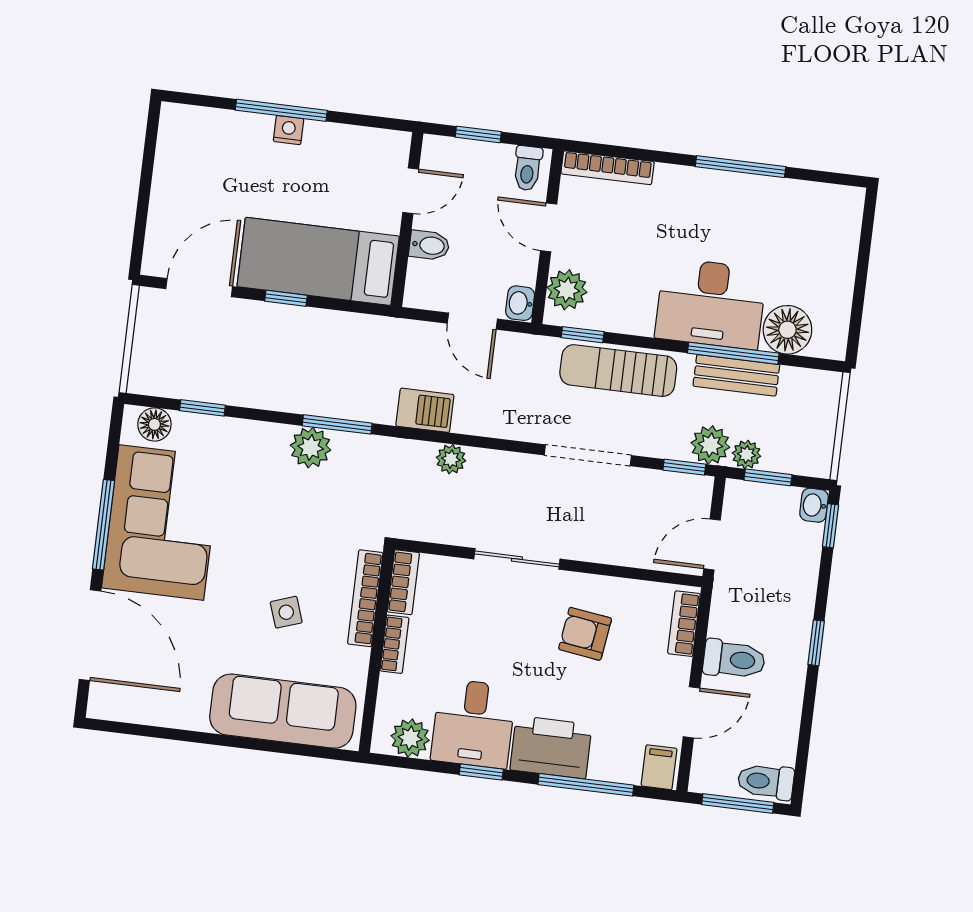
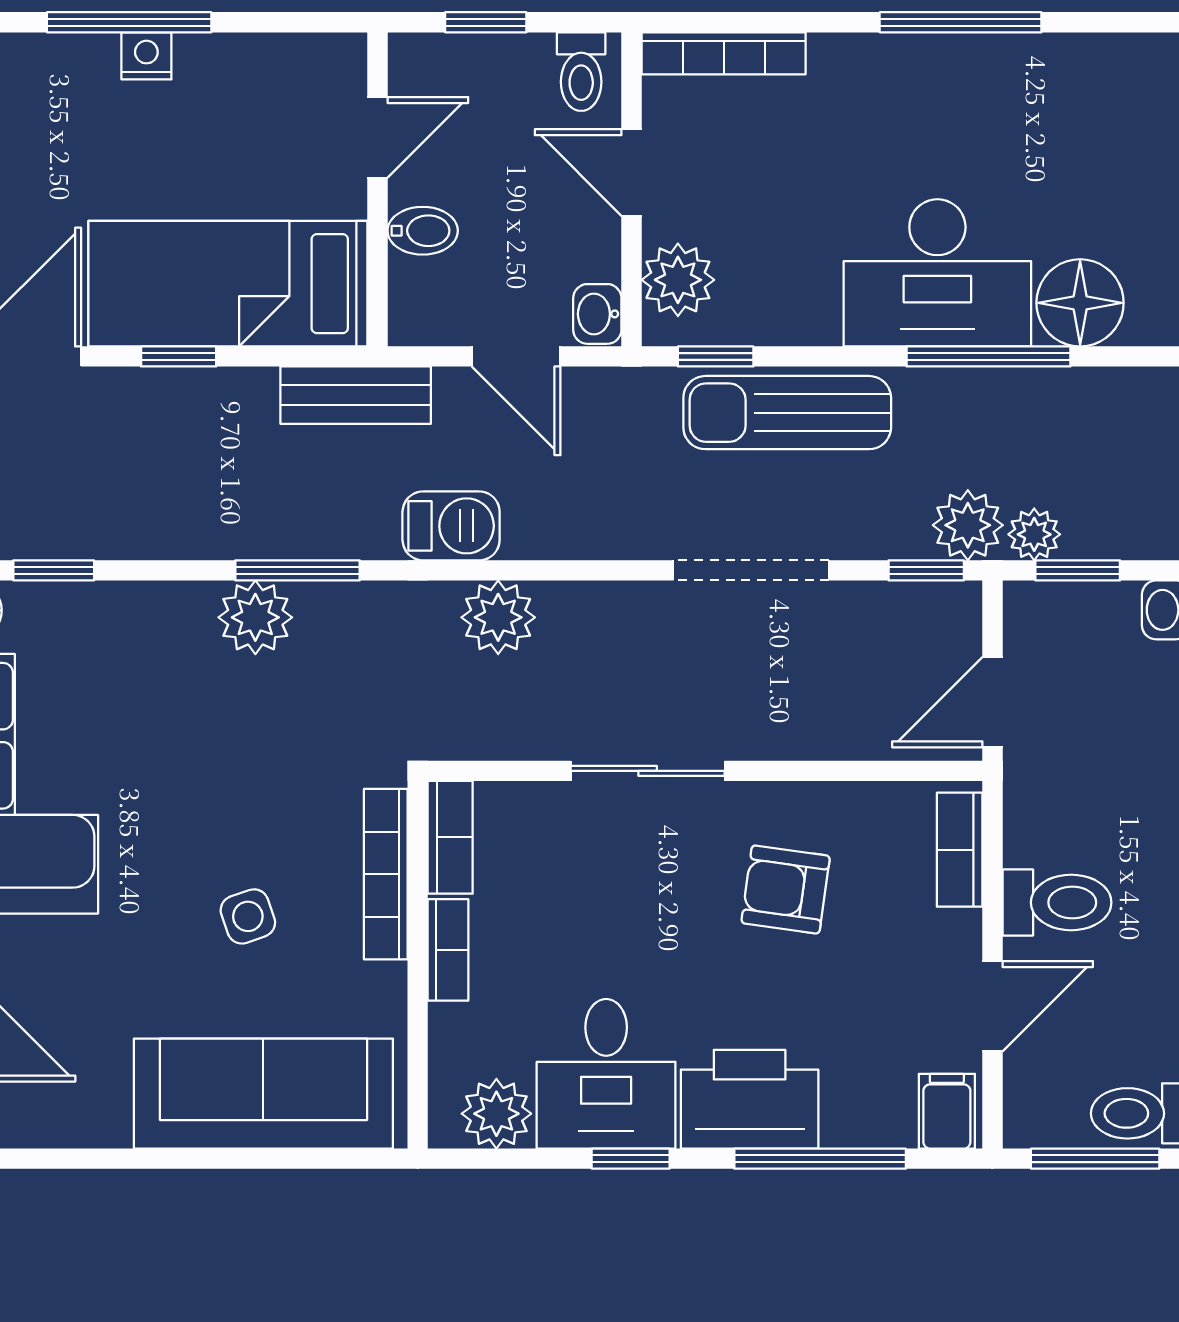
bench: (736, 375) -> (356, 395), moved
plant: (451, 459) -> (498, 617), width x1.38, depth x1.38

